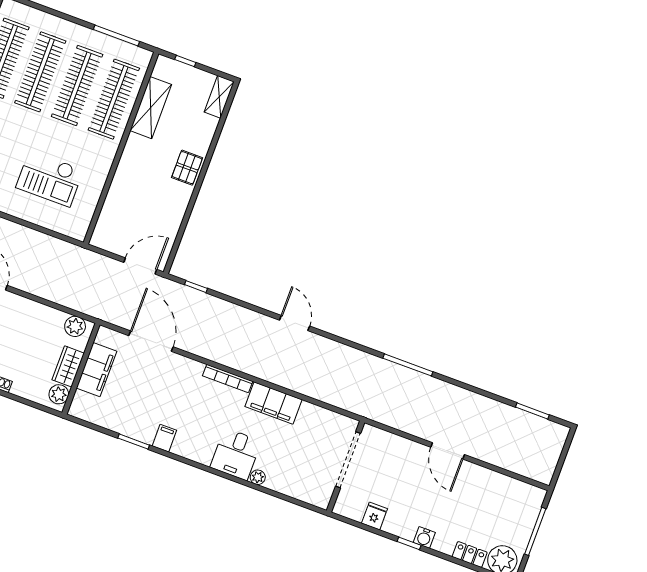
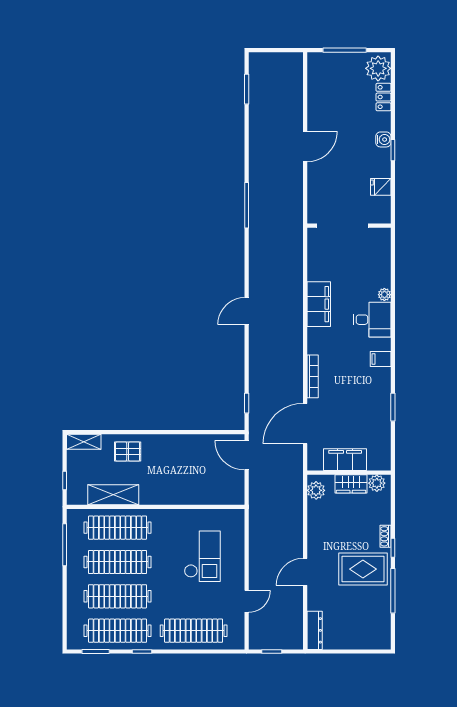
pallet: (187, 168) -> (128, 452), moved
bookcase: (228, 379) -> (313, 376), moved
filing cabinet: (164, 438) -> (381, 359), moved

